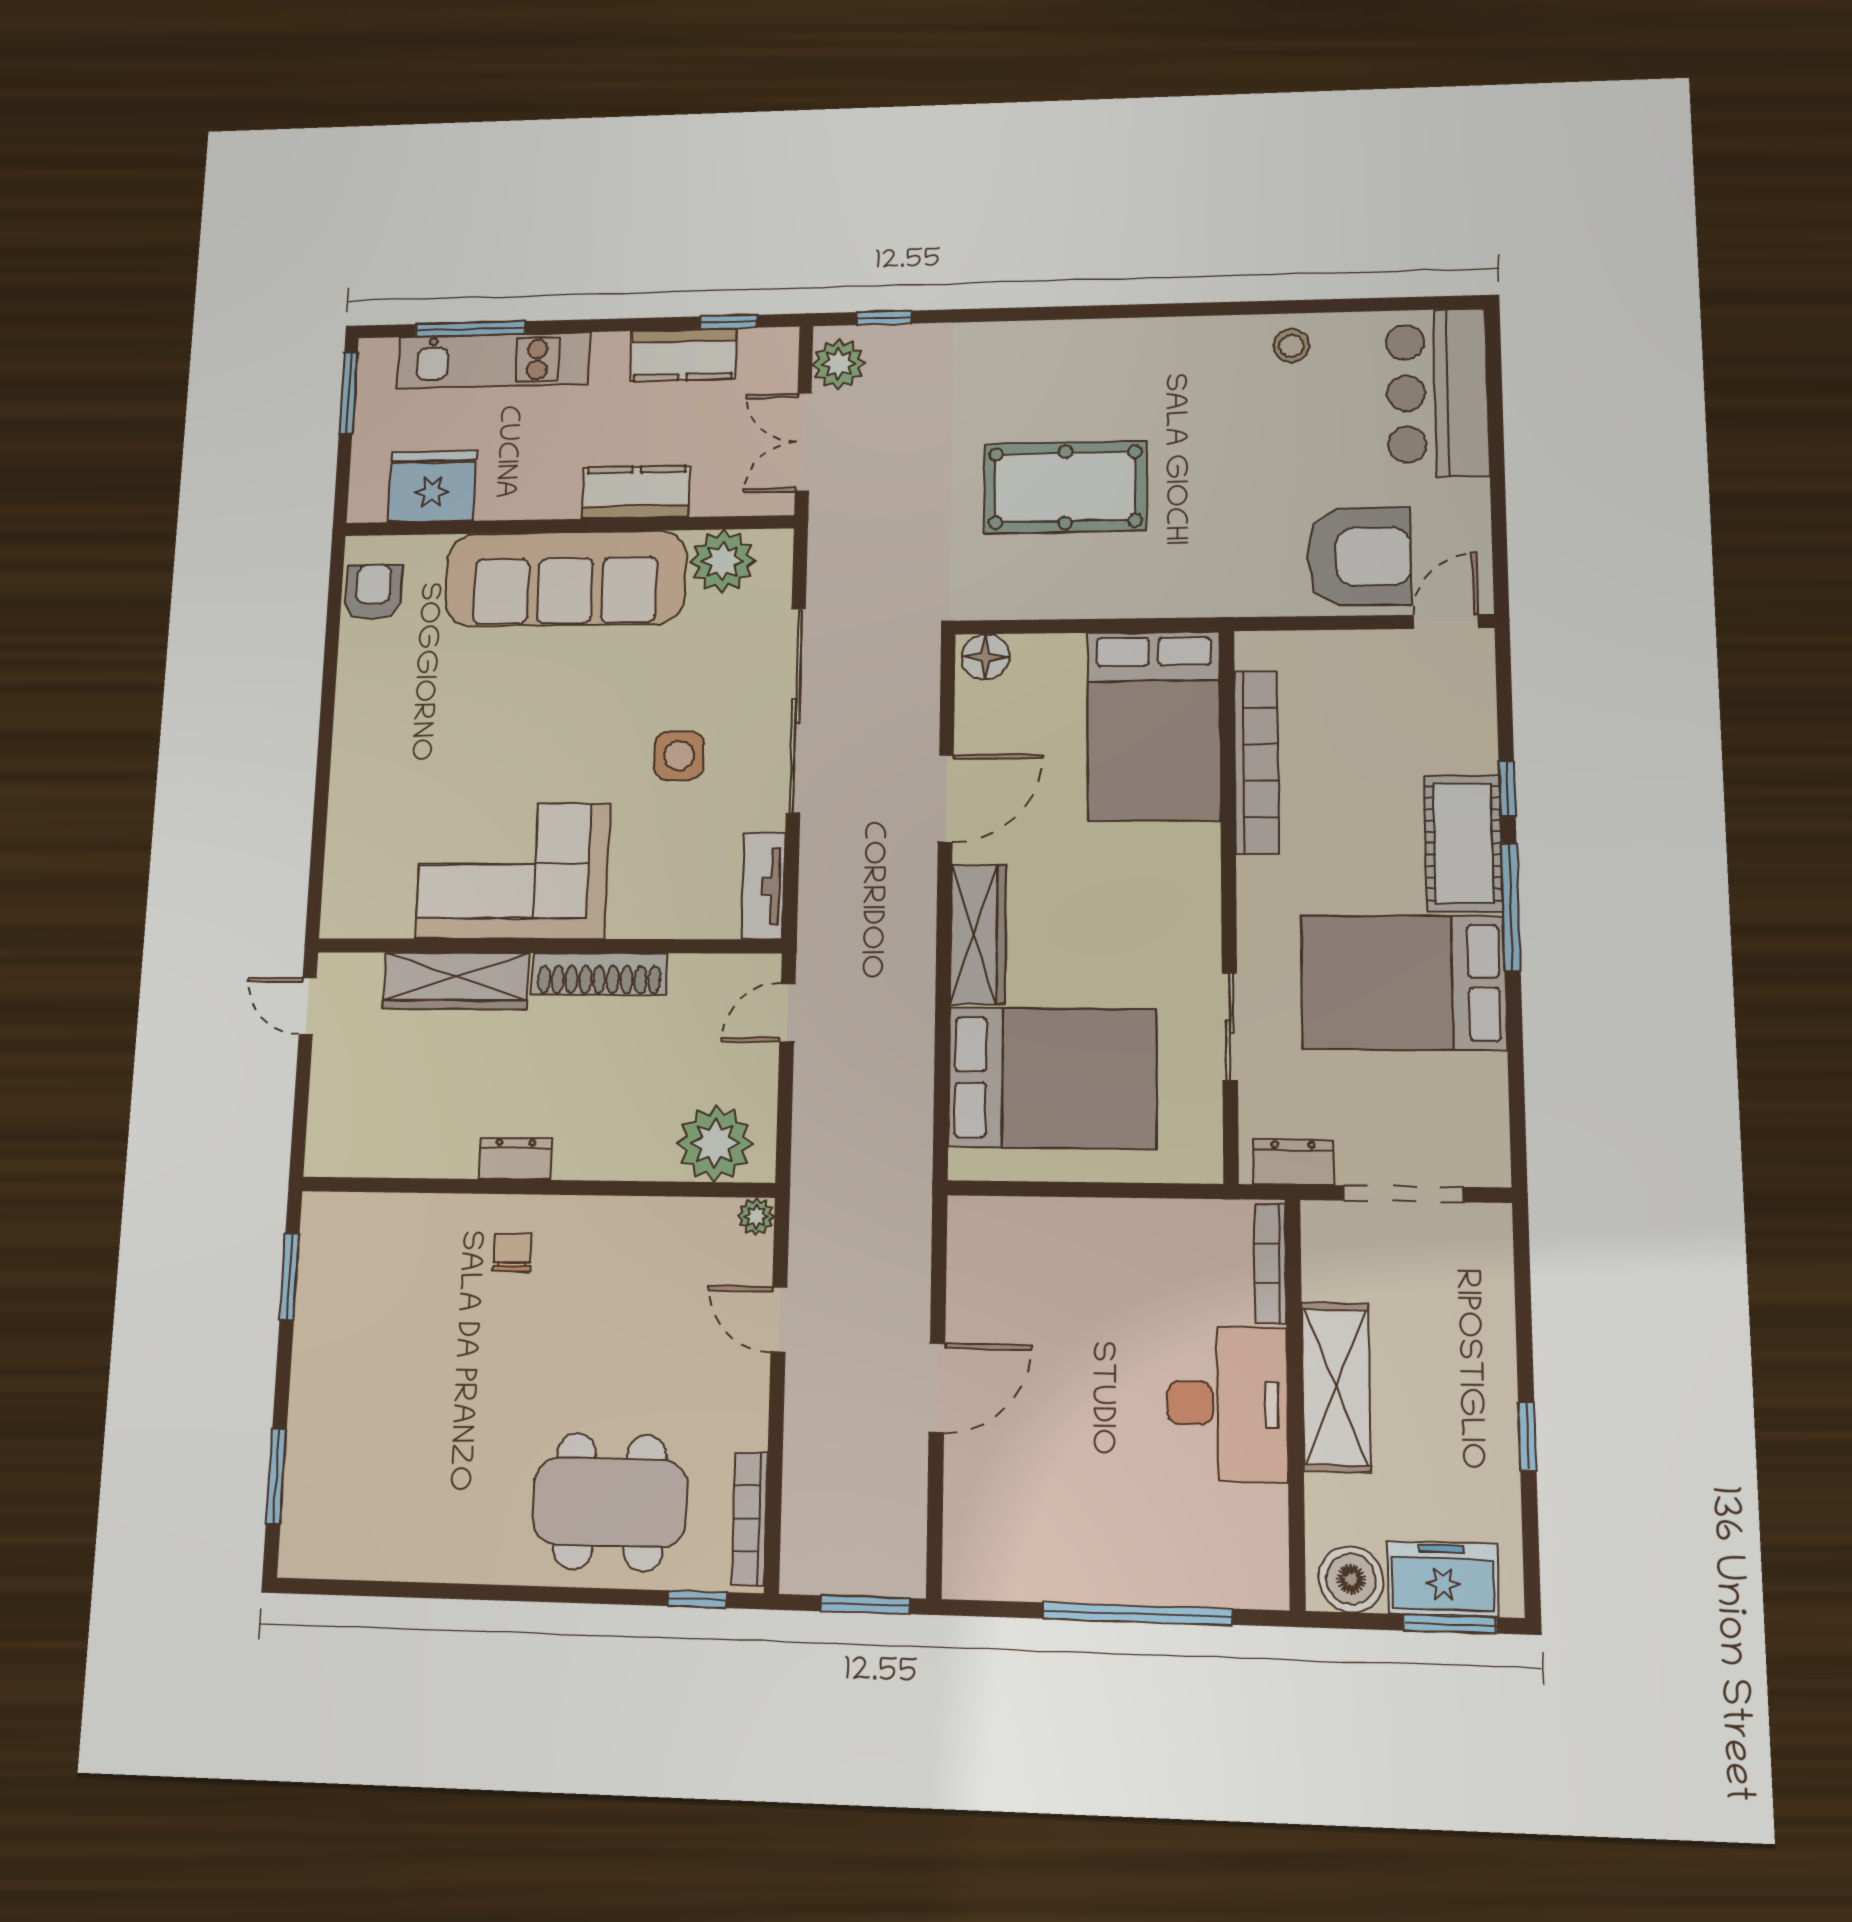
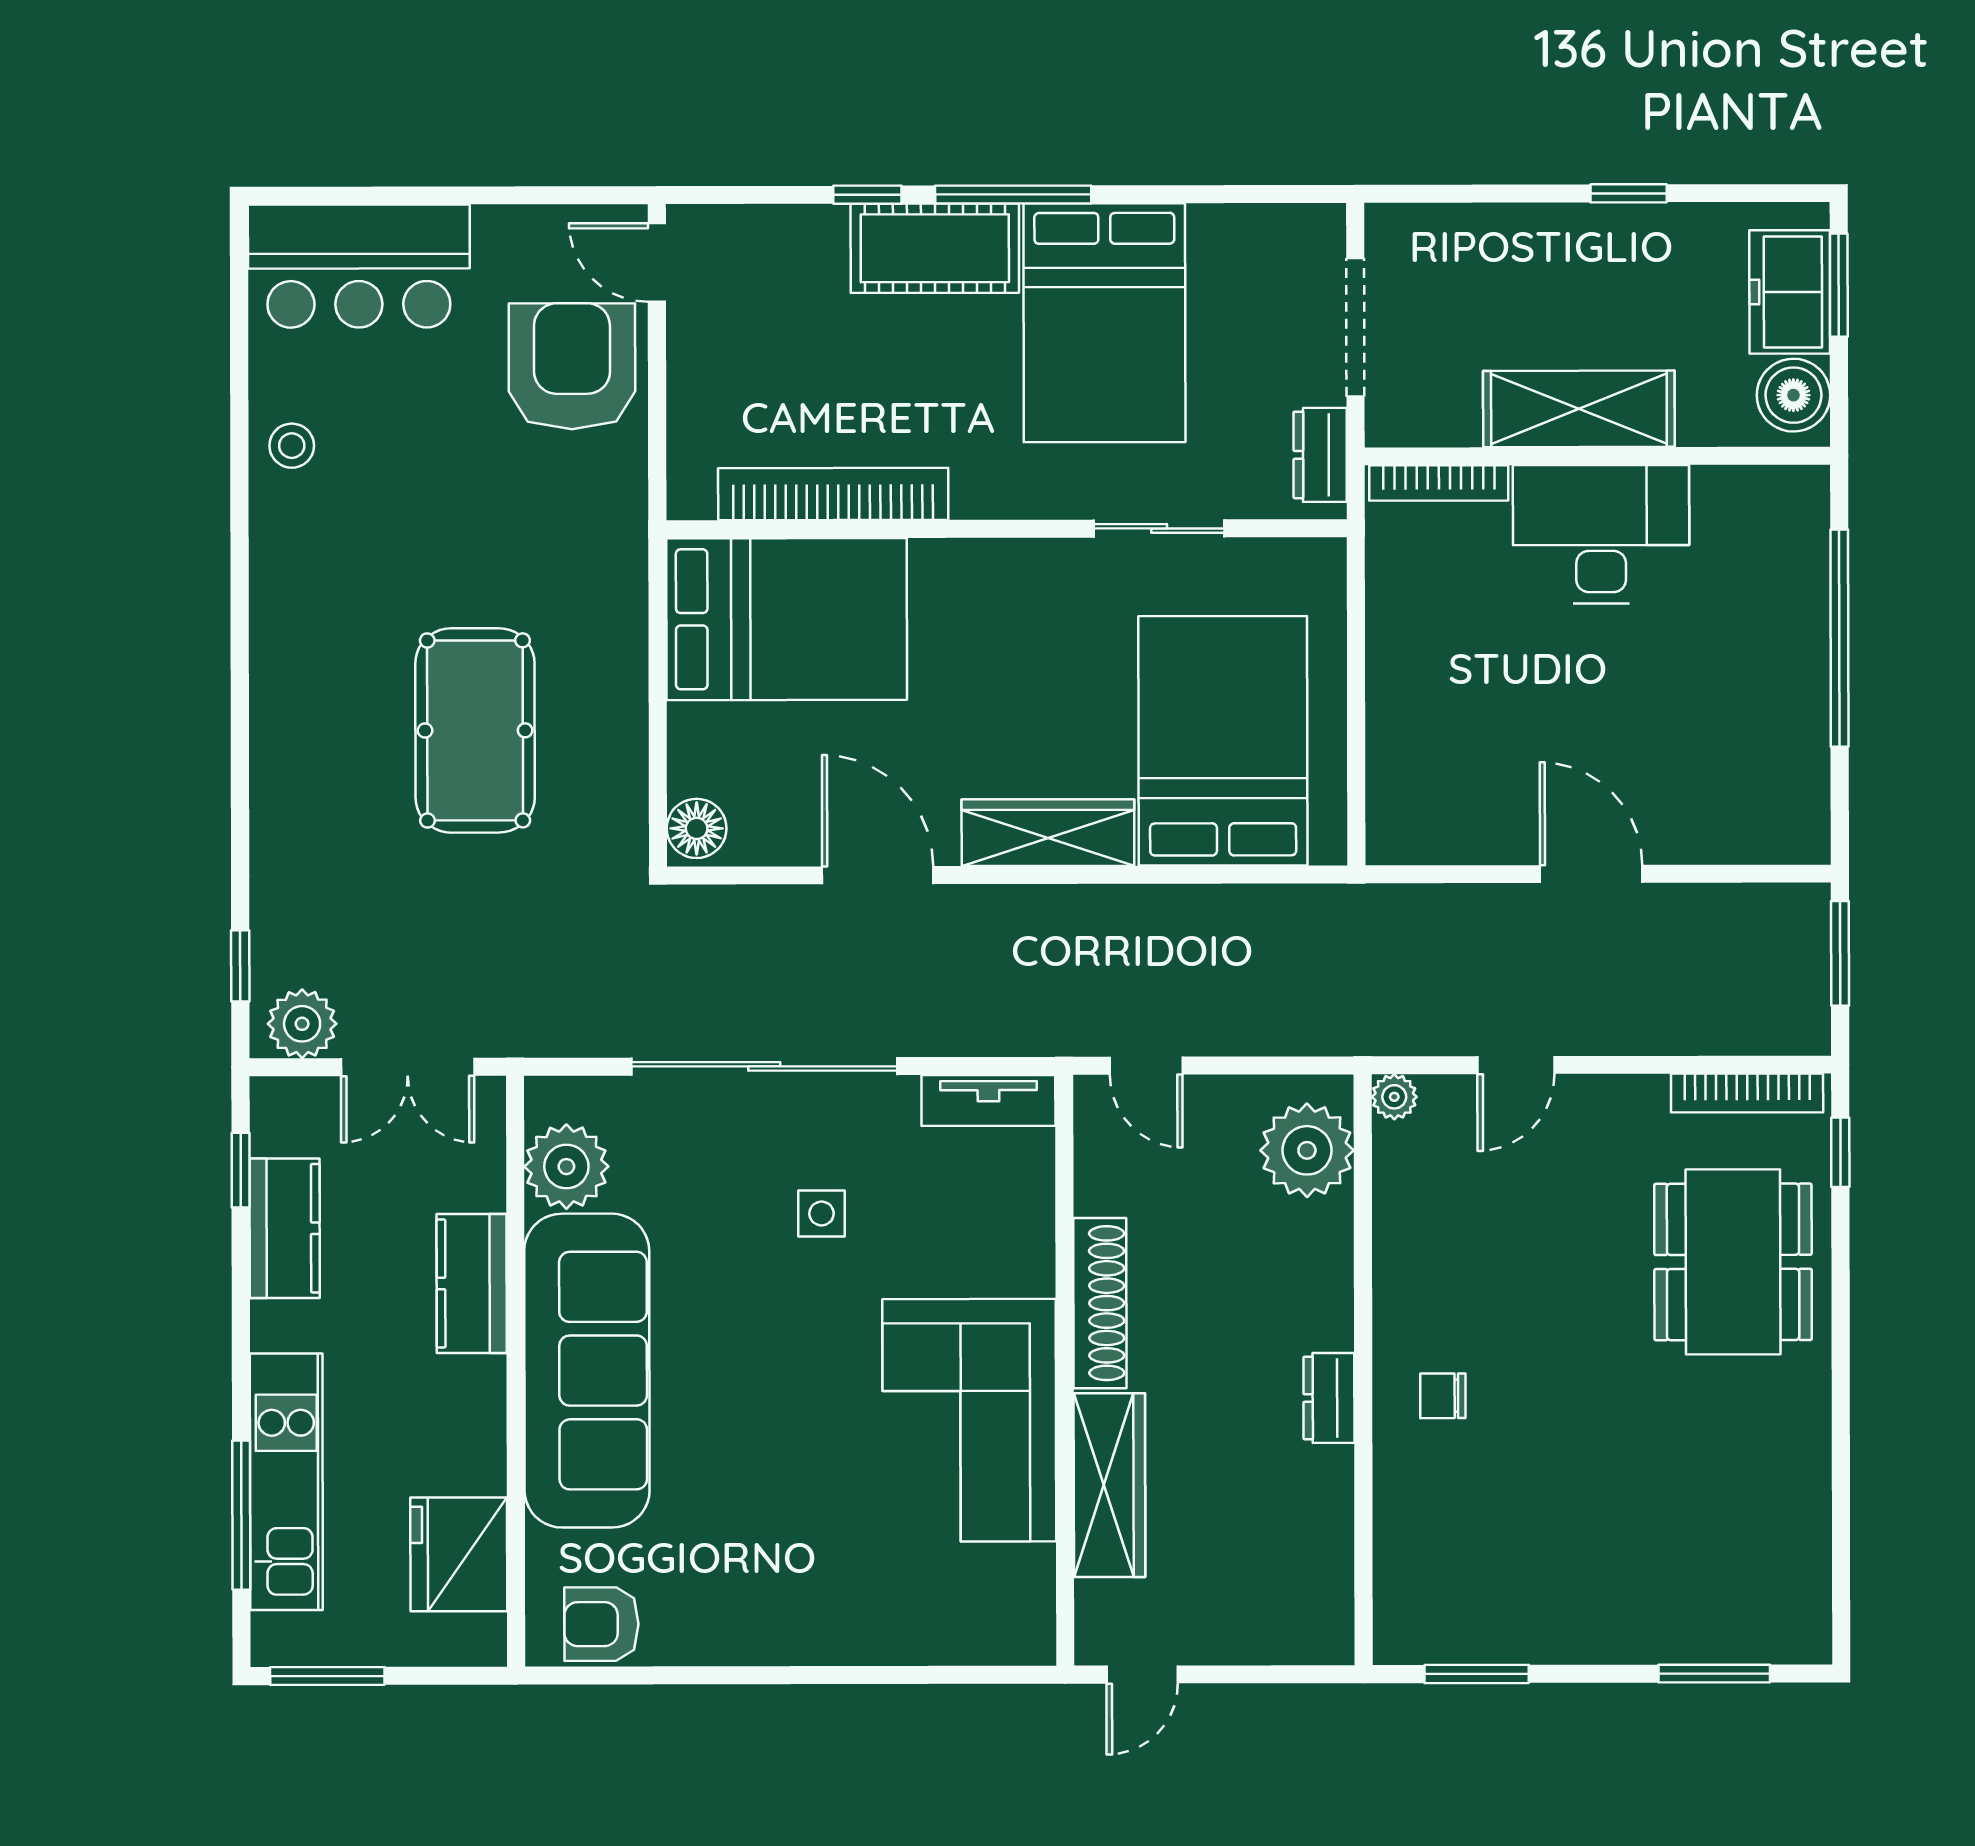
side table: (679, 756) -> (822, 1213), width x0.73, depth x0.73

